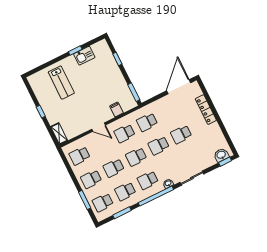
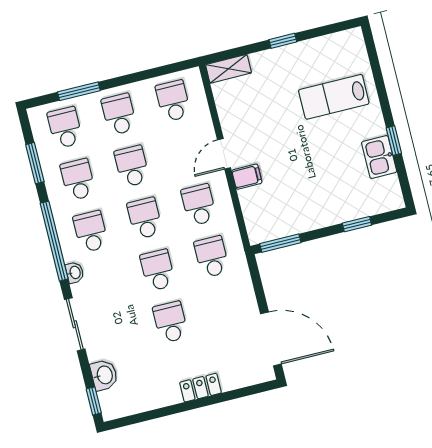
filing cabinet: (116, 109) -> (247, 177), moved
locker: (206, 110) -> (200, 388), width x0.66
washbasin: (221, 155) -> (104, 375), moved

